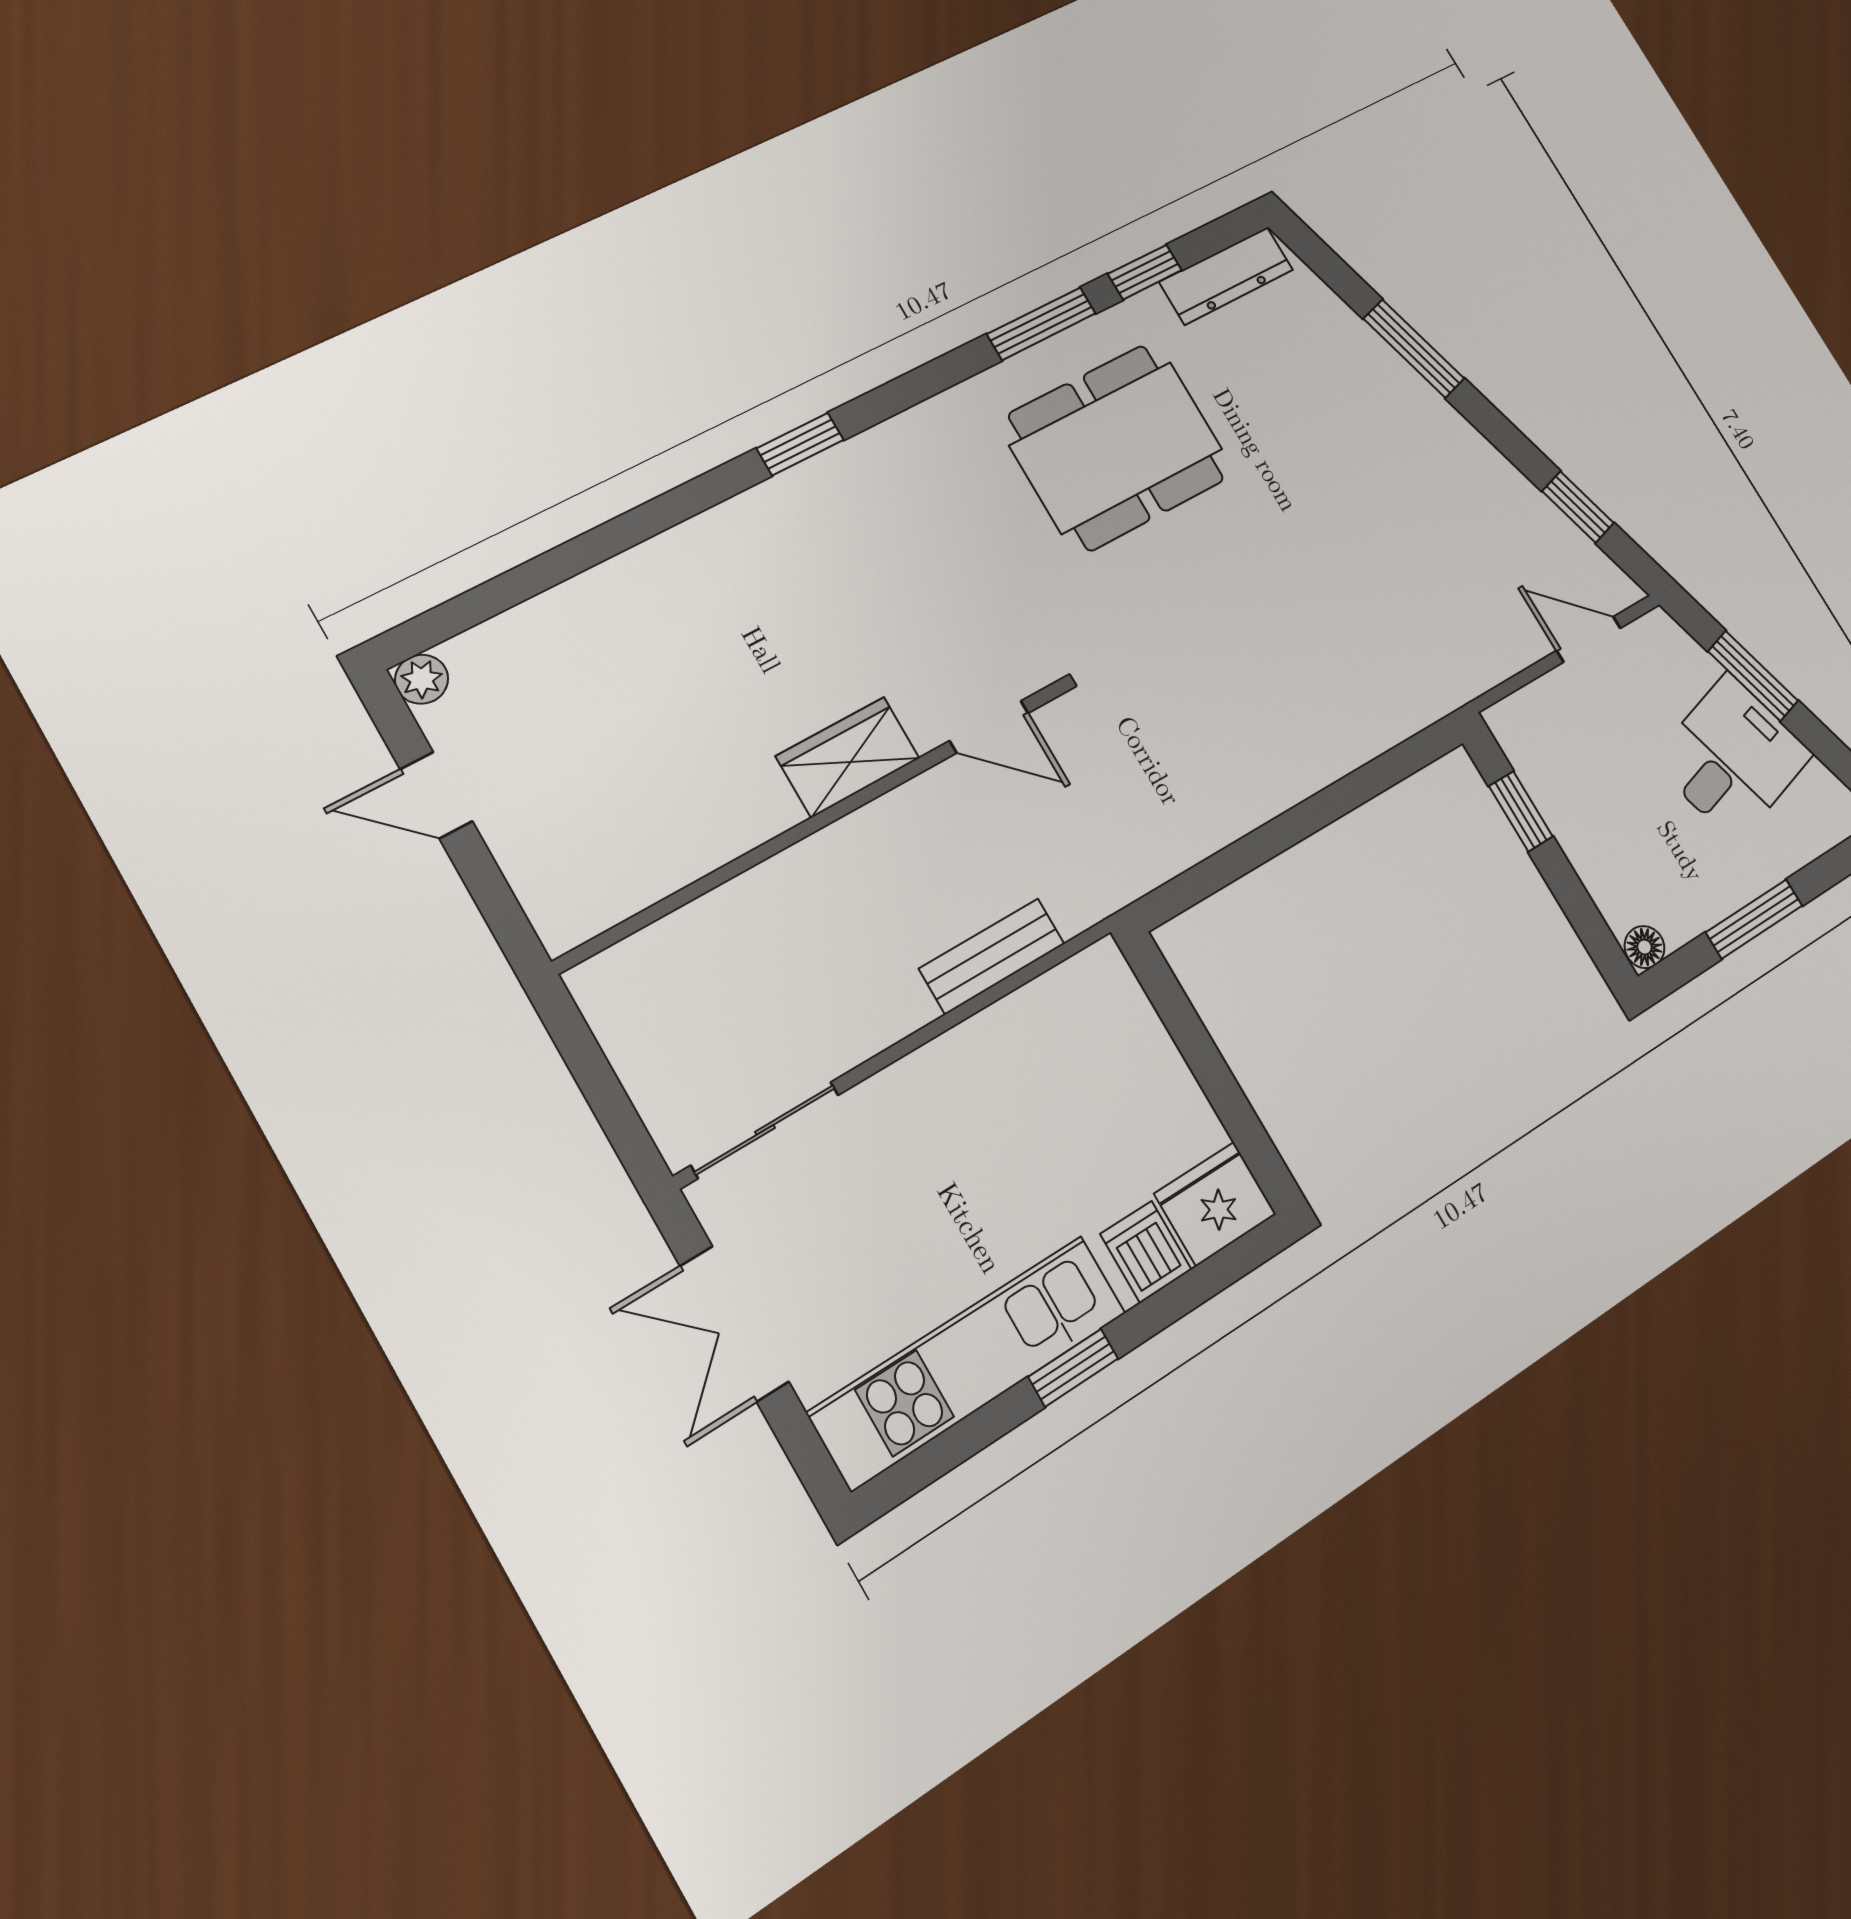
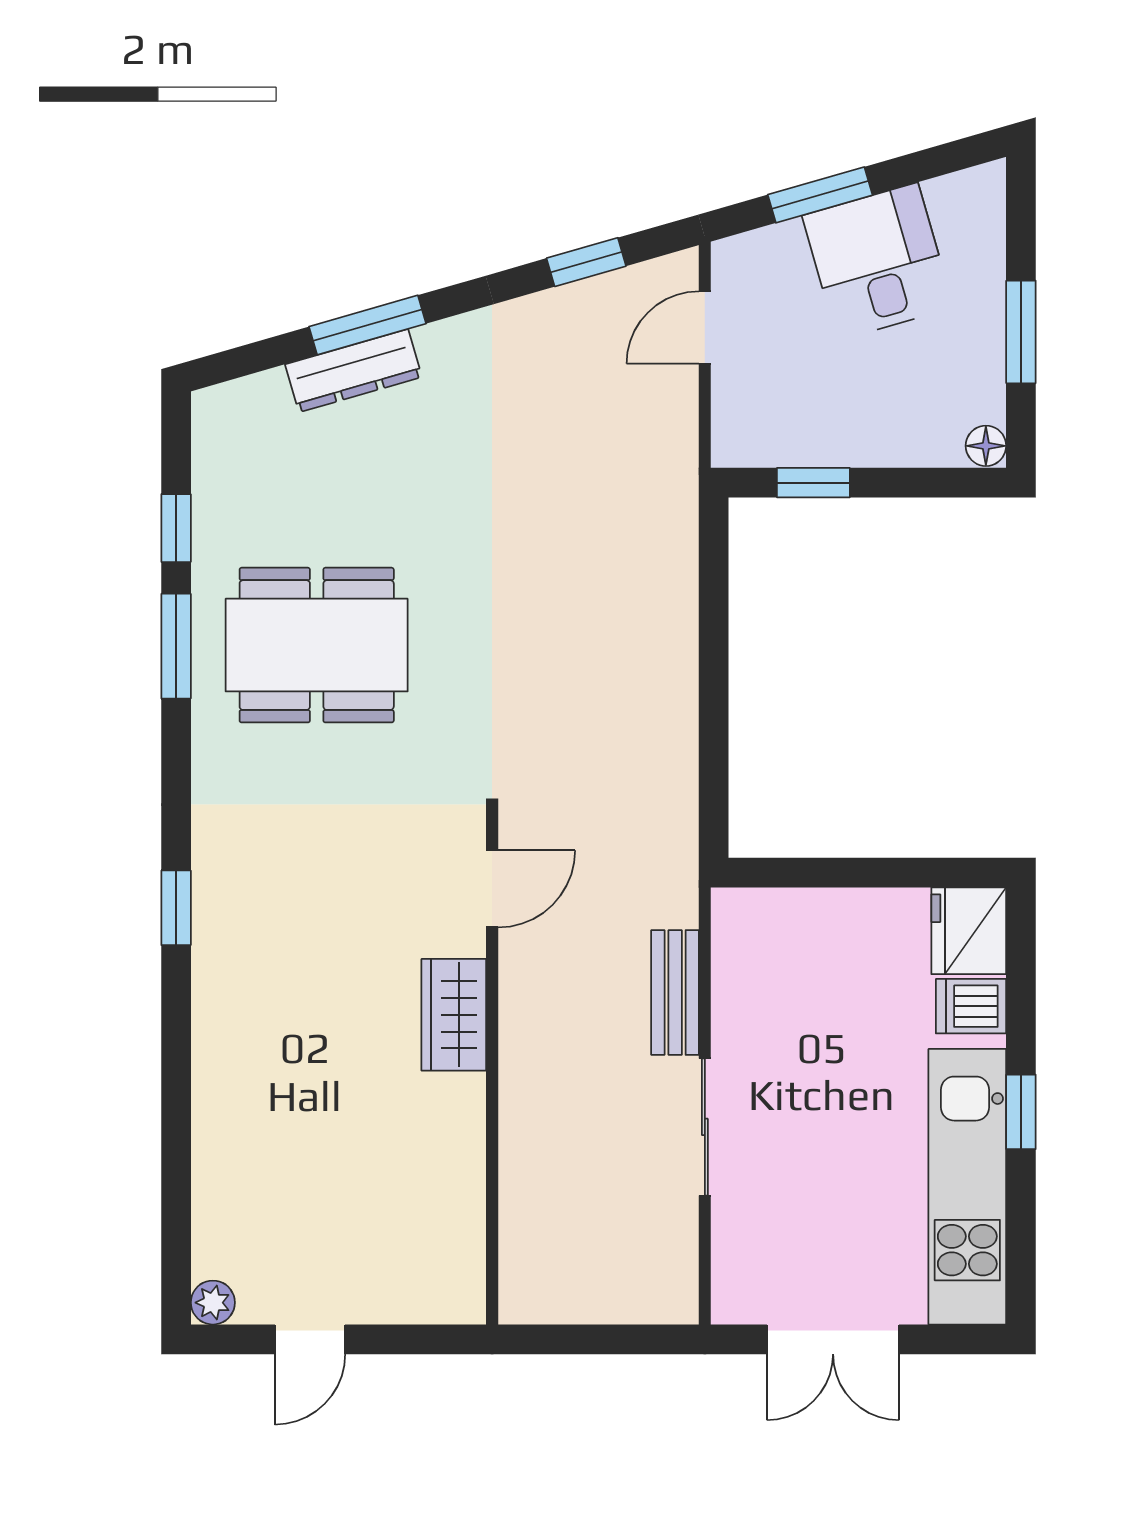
dresser: (1226, 276) -> (353, 371), moved, turned 74
dining table: (1116, 447) -> (317, 645), turned 90
sliding door: (765, 1130) -> (705, 1127), moved

